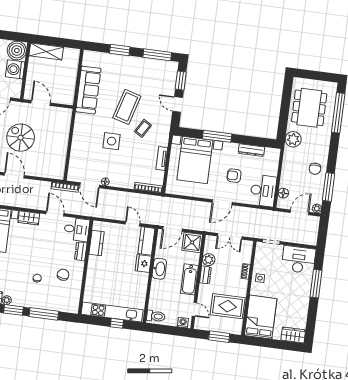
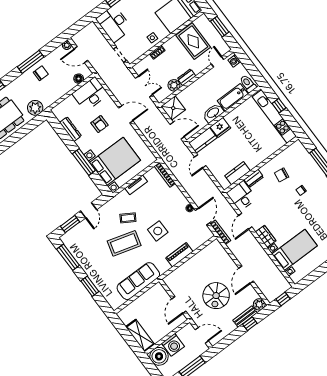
piano: (78, 140) -> (179, 255), added
window: (329, 187) -> (31, 62), moved
bathtub: (190, 279) -> (233, 97), moved, turned 180

